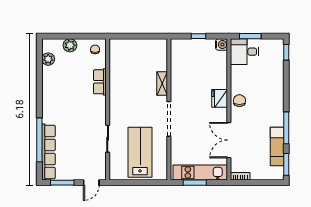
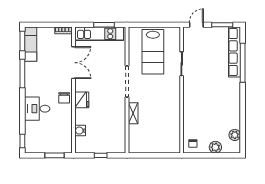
water cooler: (222, 45) -> (80, 131), moved
desk: (245, 52) -> (37, 109), moved, turned 180
row of seats: (100, 82) -> (189, 115), removed
exam couch: (277, 146) -> (31, 44), moved

